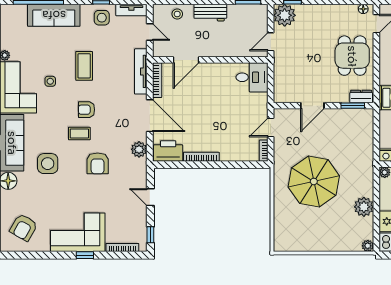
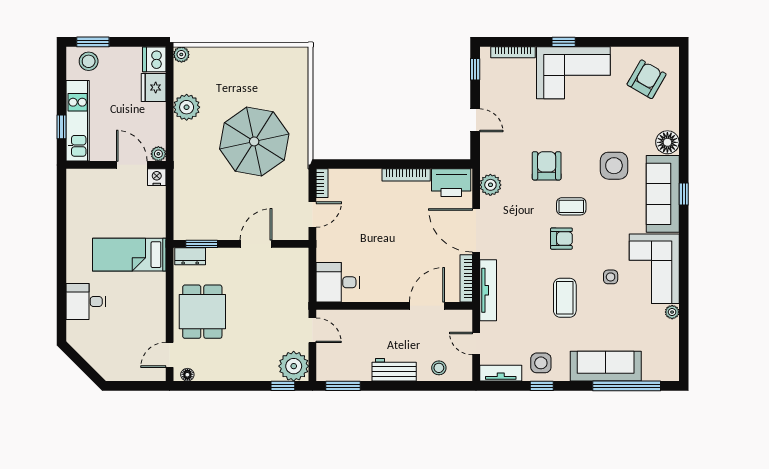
door: (271, 42) -> (312, 330), hinge flipped

